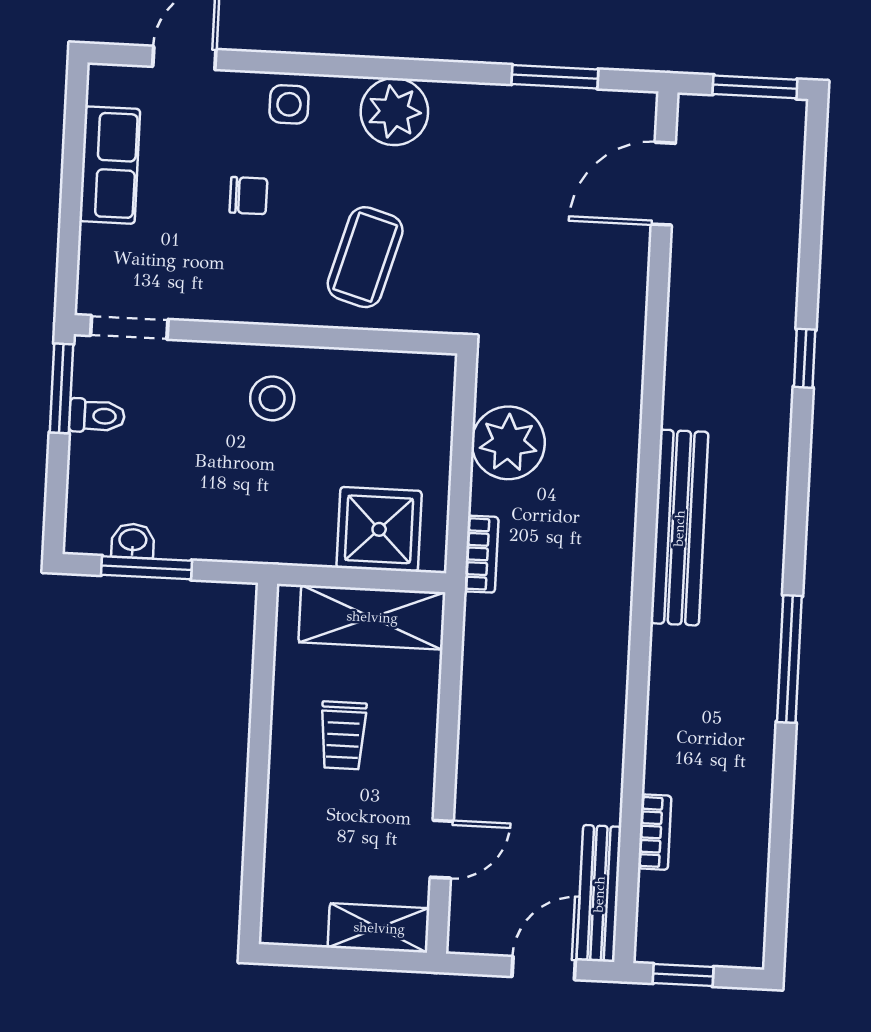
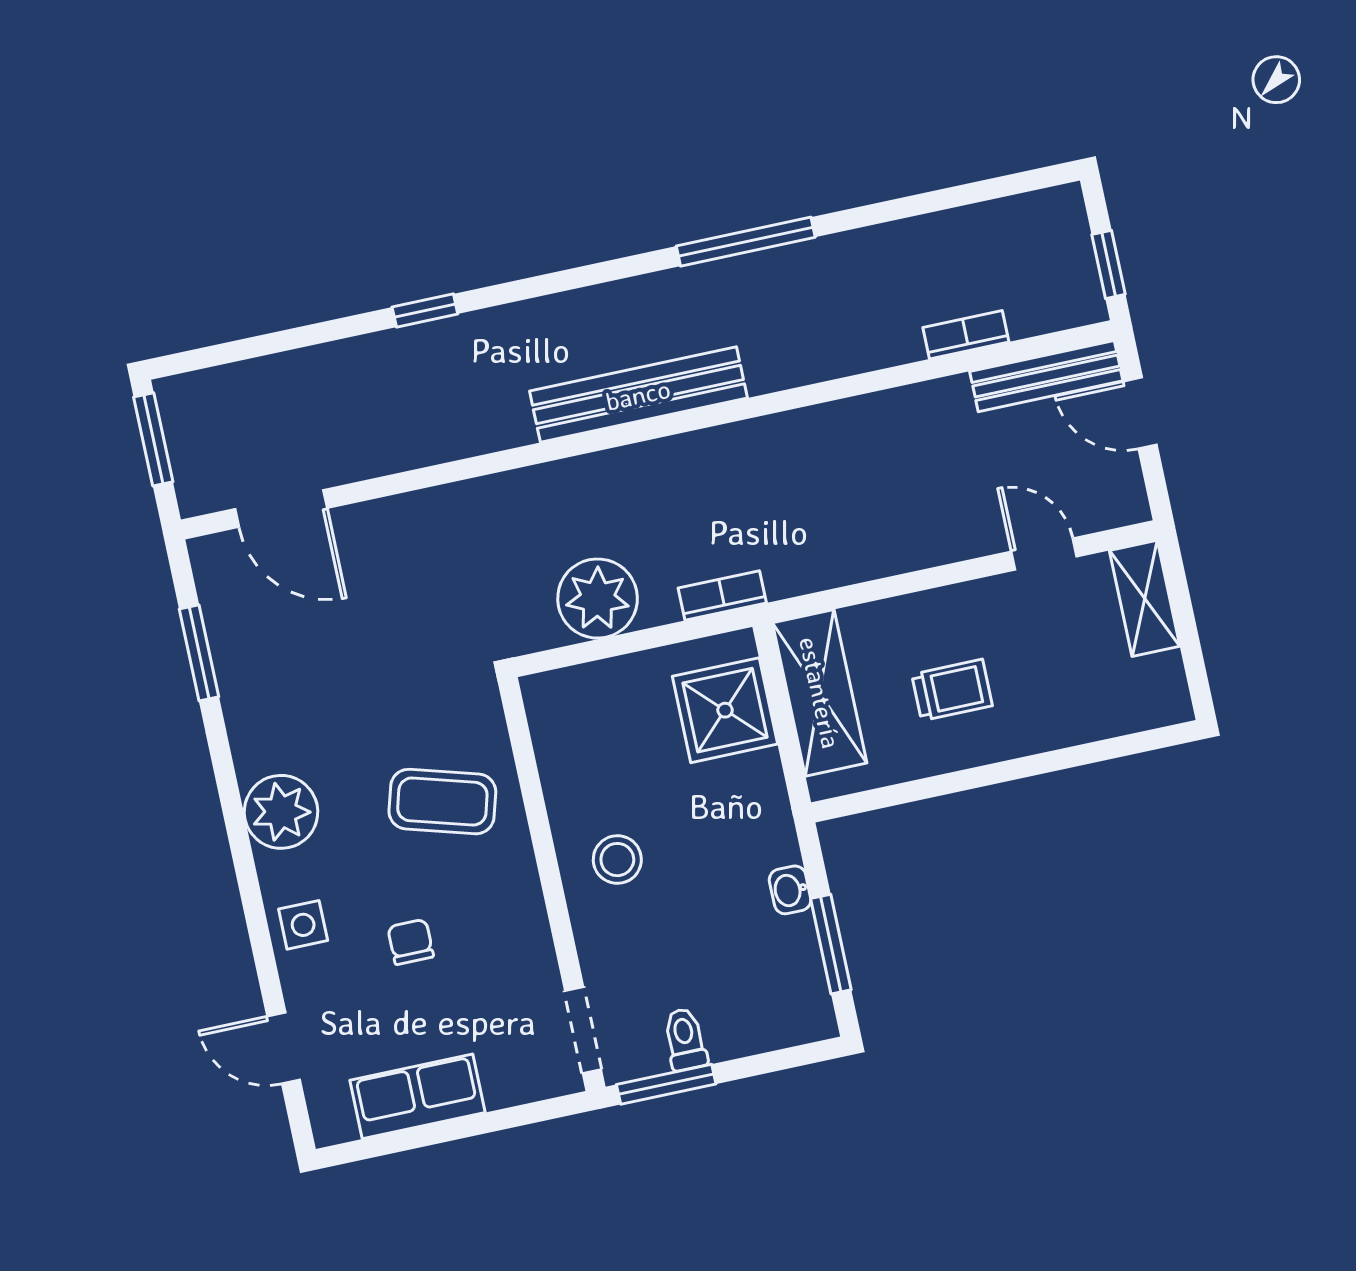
washbasin: (133, 541) -> (790, 890), moved

